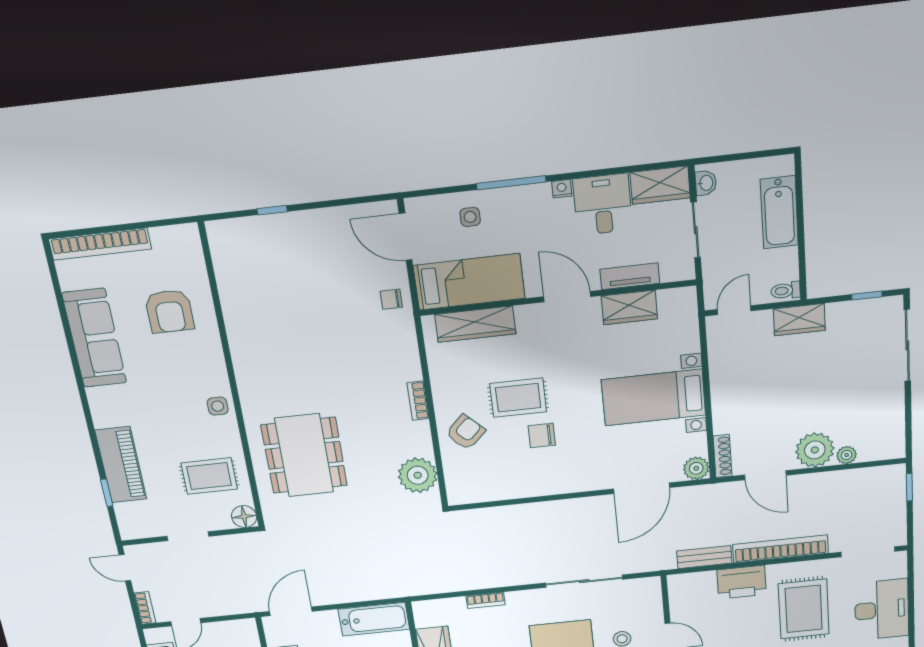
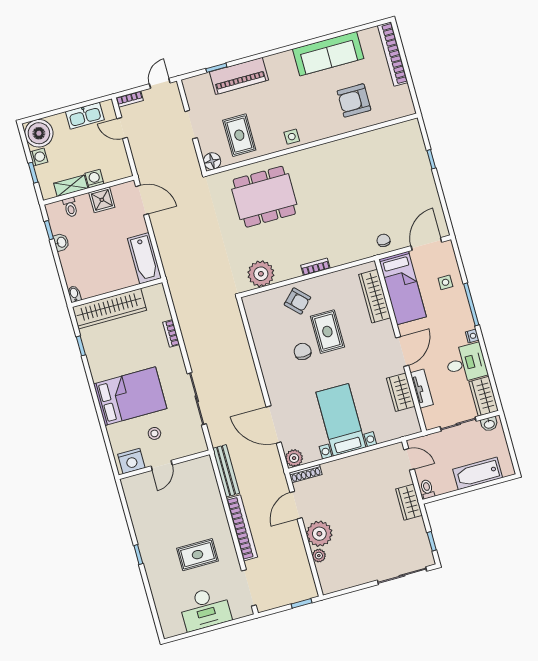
bench: (704, 557) -> (226, 471), width x1.36
printer: (742, 582) -> (212, 507), removed
rug: (804, 609) -> (197, 555), width x0.73, depth x0.70

